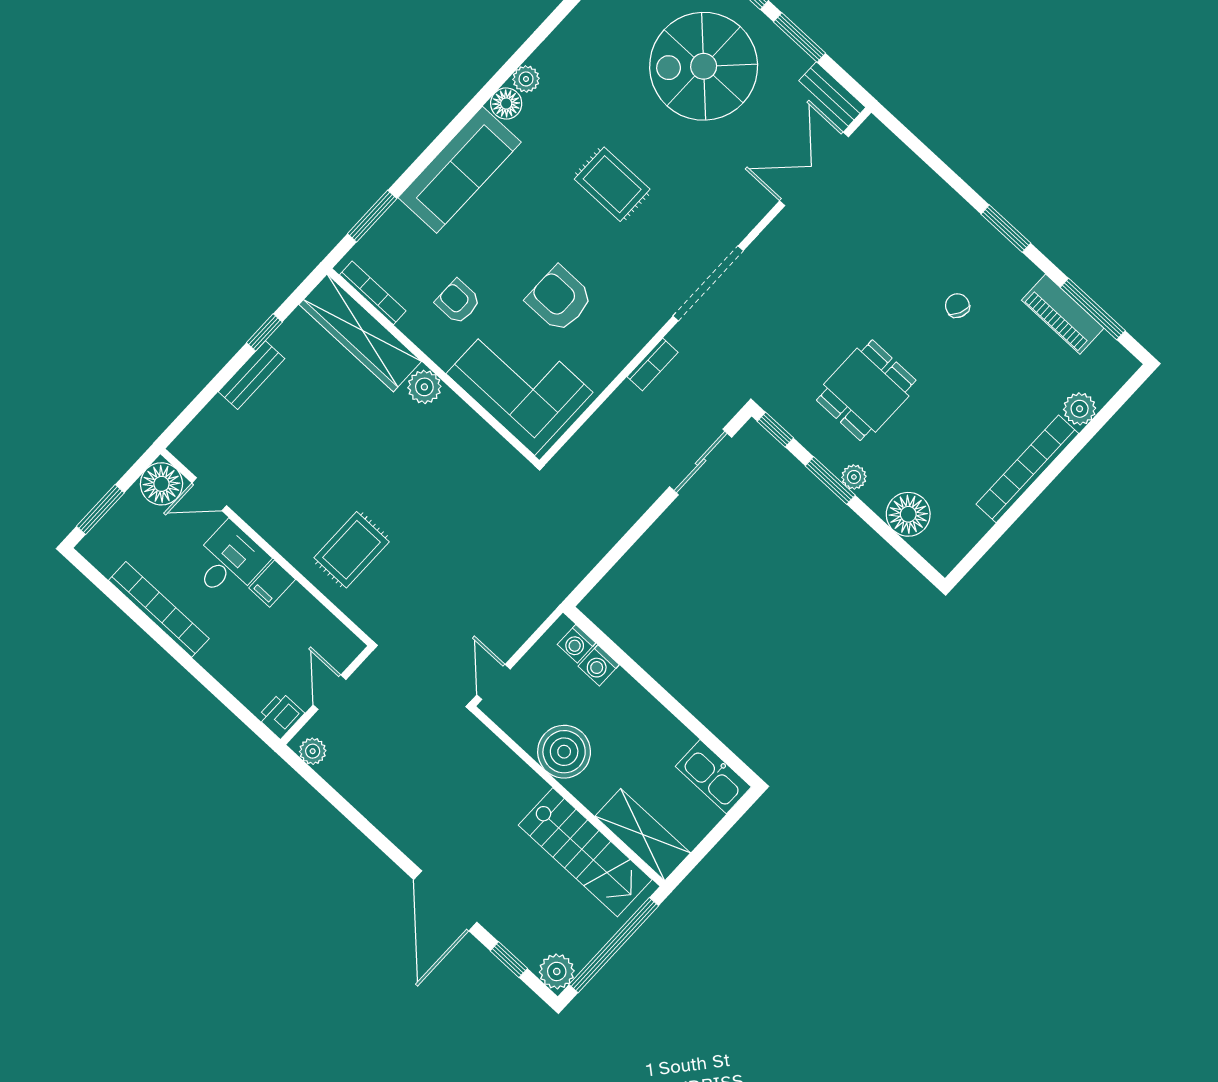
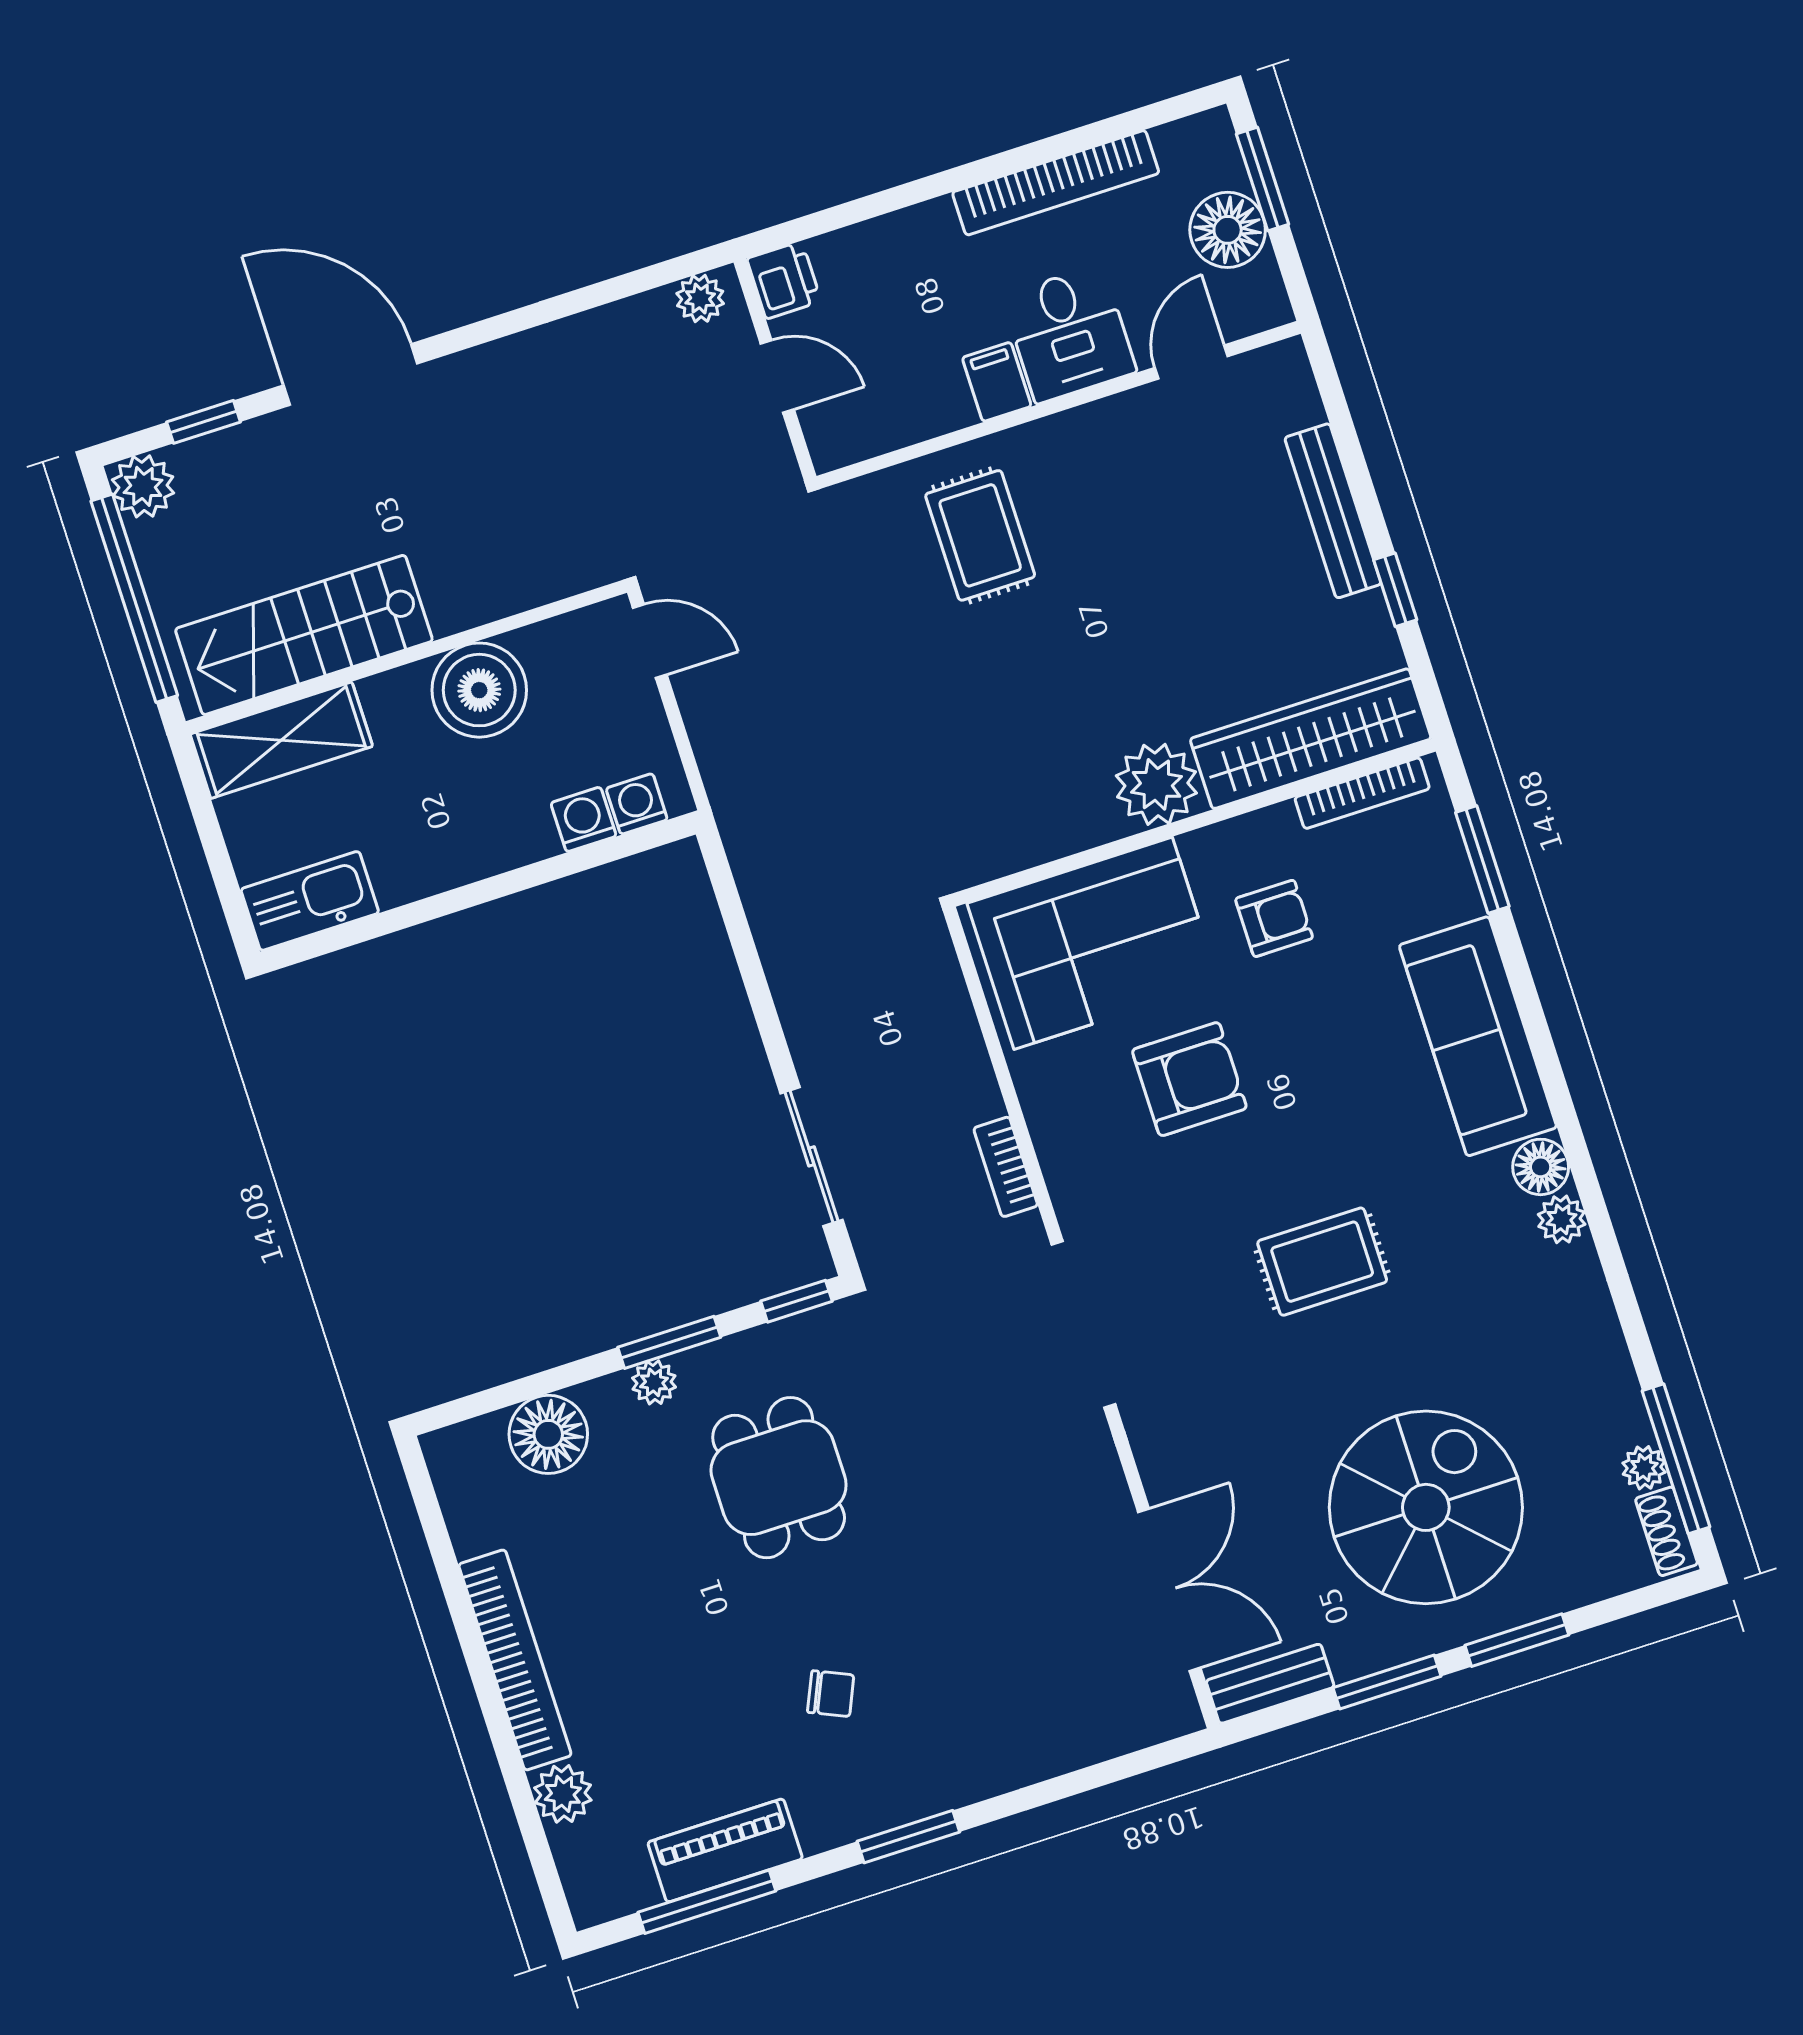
bench: (252, 375) -> (1333, 511), width x1.36
plant: (424, 387) -> (1156, 784), width x1.36, depth x1.36
floor lamp: (161, 484) -> (1228, 230), moved

